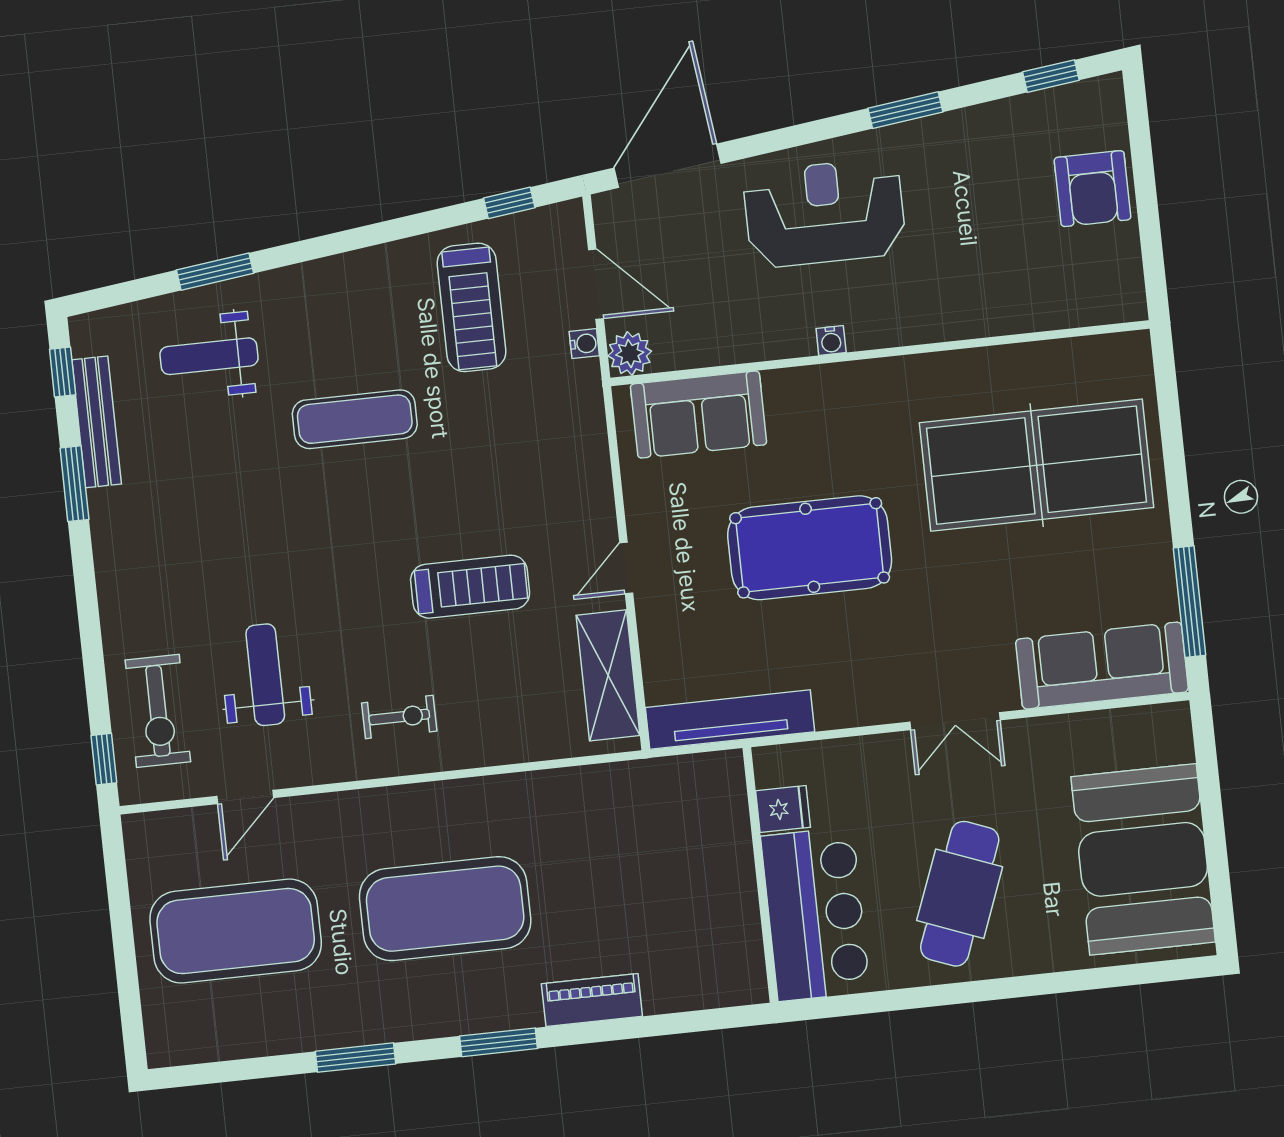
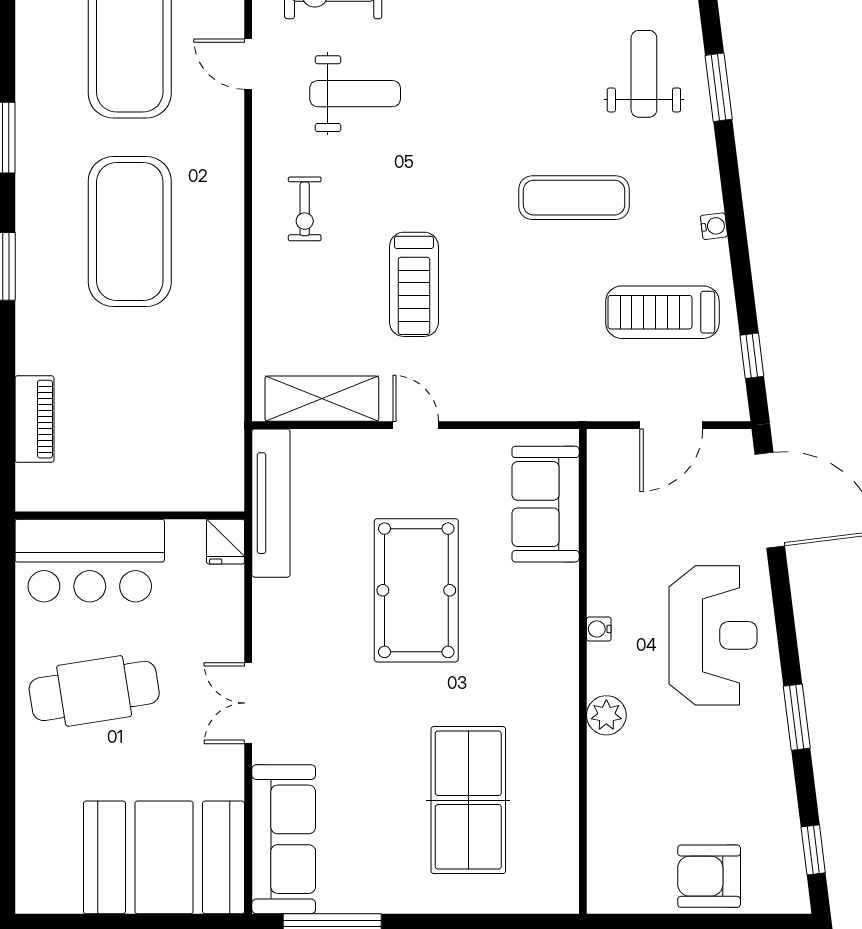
water cooler: (584, 344) -> (714, 226), moved, turned -97
plant: (630, 354) -> (606, 715), moved
exercise mat: (355, 419) -> (574, 198), turned 90
table tennis table: (1036, 465) -> (468, 800), width x0.73, depth x0.76
fridge: (783, 809) -> (226, 542), moved
booth: (1143, 859) -> (164, 857), moved
cafe table: (960, 894) -> (94, 691), turned -30
piano: (592, 1000) -> (35, 419), moved

